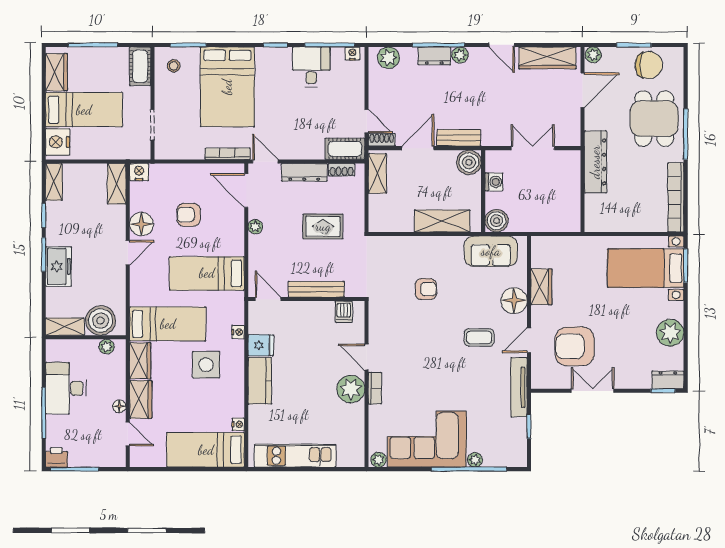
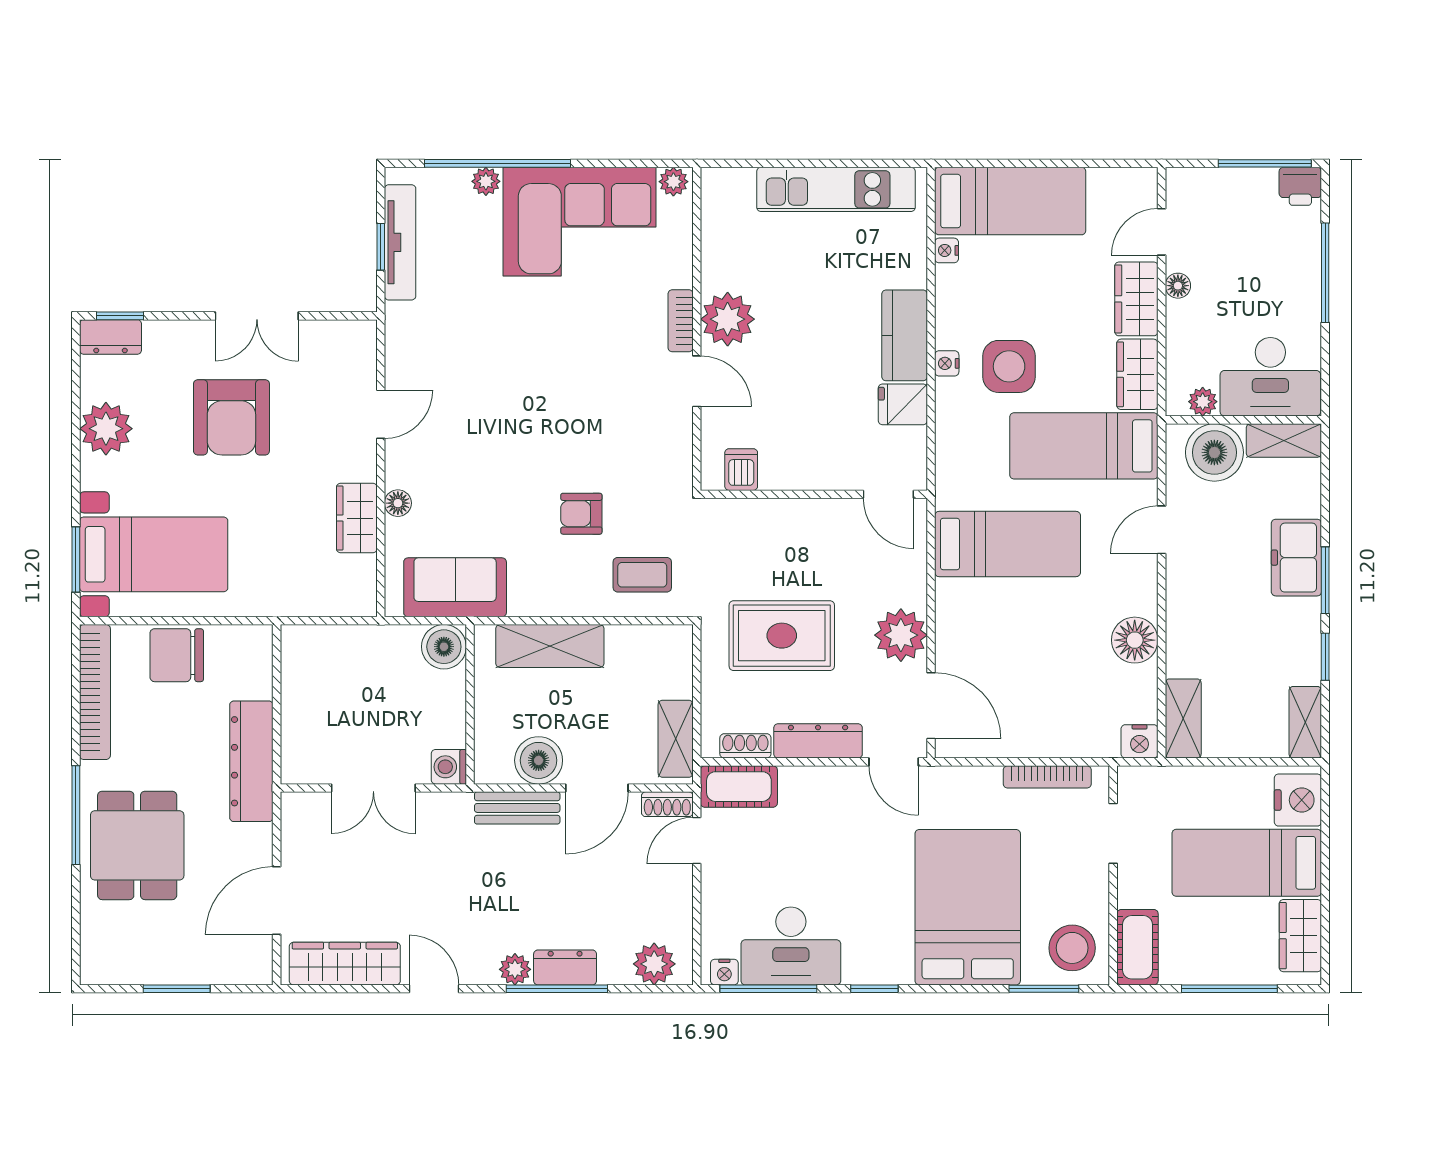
plant: (593, 55) -> (256, 970), removed
chair: (649, 65) -> (177, 655), moved
stool: (174, 66) -> (1072, 948), width x1.89, depth x1.89
desk: (311, 67) -> (791, 946), width x1.37
door: (367, 121) -> (697, 840), hinge flipped
bookcase: (228, 154) -> (1047, 777), moved
boiler: (469, 162) -> (539, 760), moved
washing machine: (494, 182) -> (449, 767), moved
armchair: (189, 215) -> (1043, 658), removed
rug: (323, 226) -> (782, 636), width x1.36, depth x1.43
plant: (255, 227) -> (901, 635), width x1.87, depth x1.87
door: (128, 253) -> (1162, 530), moved
bench: (316, 289) -> (795, 513), removed
floor lamp: (514, 301) -> (398, 503), width x0.53, depth x0.53
nightstand: (238, 332) -> (947, 363), moved
coffee table: (479, 338) -> (642, 575), moved
armchair: (575, 346) -> (231, 417), moved, turned 90
tv unit: (519, 387) -> (400, 242), moved
desk: (66, 388) -> (1270, 377), moved, turned 90
door: (128, 434) -> (1162, 232), hinge flipped

